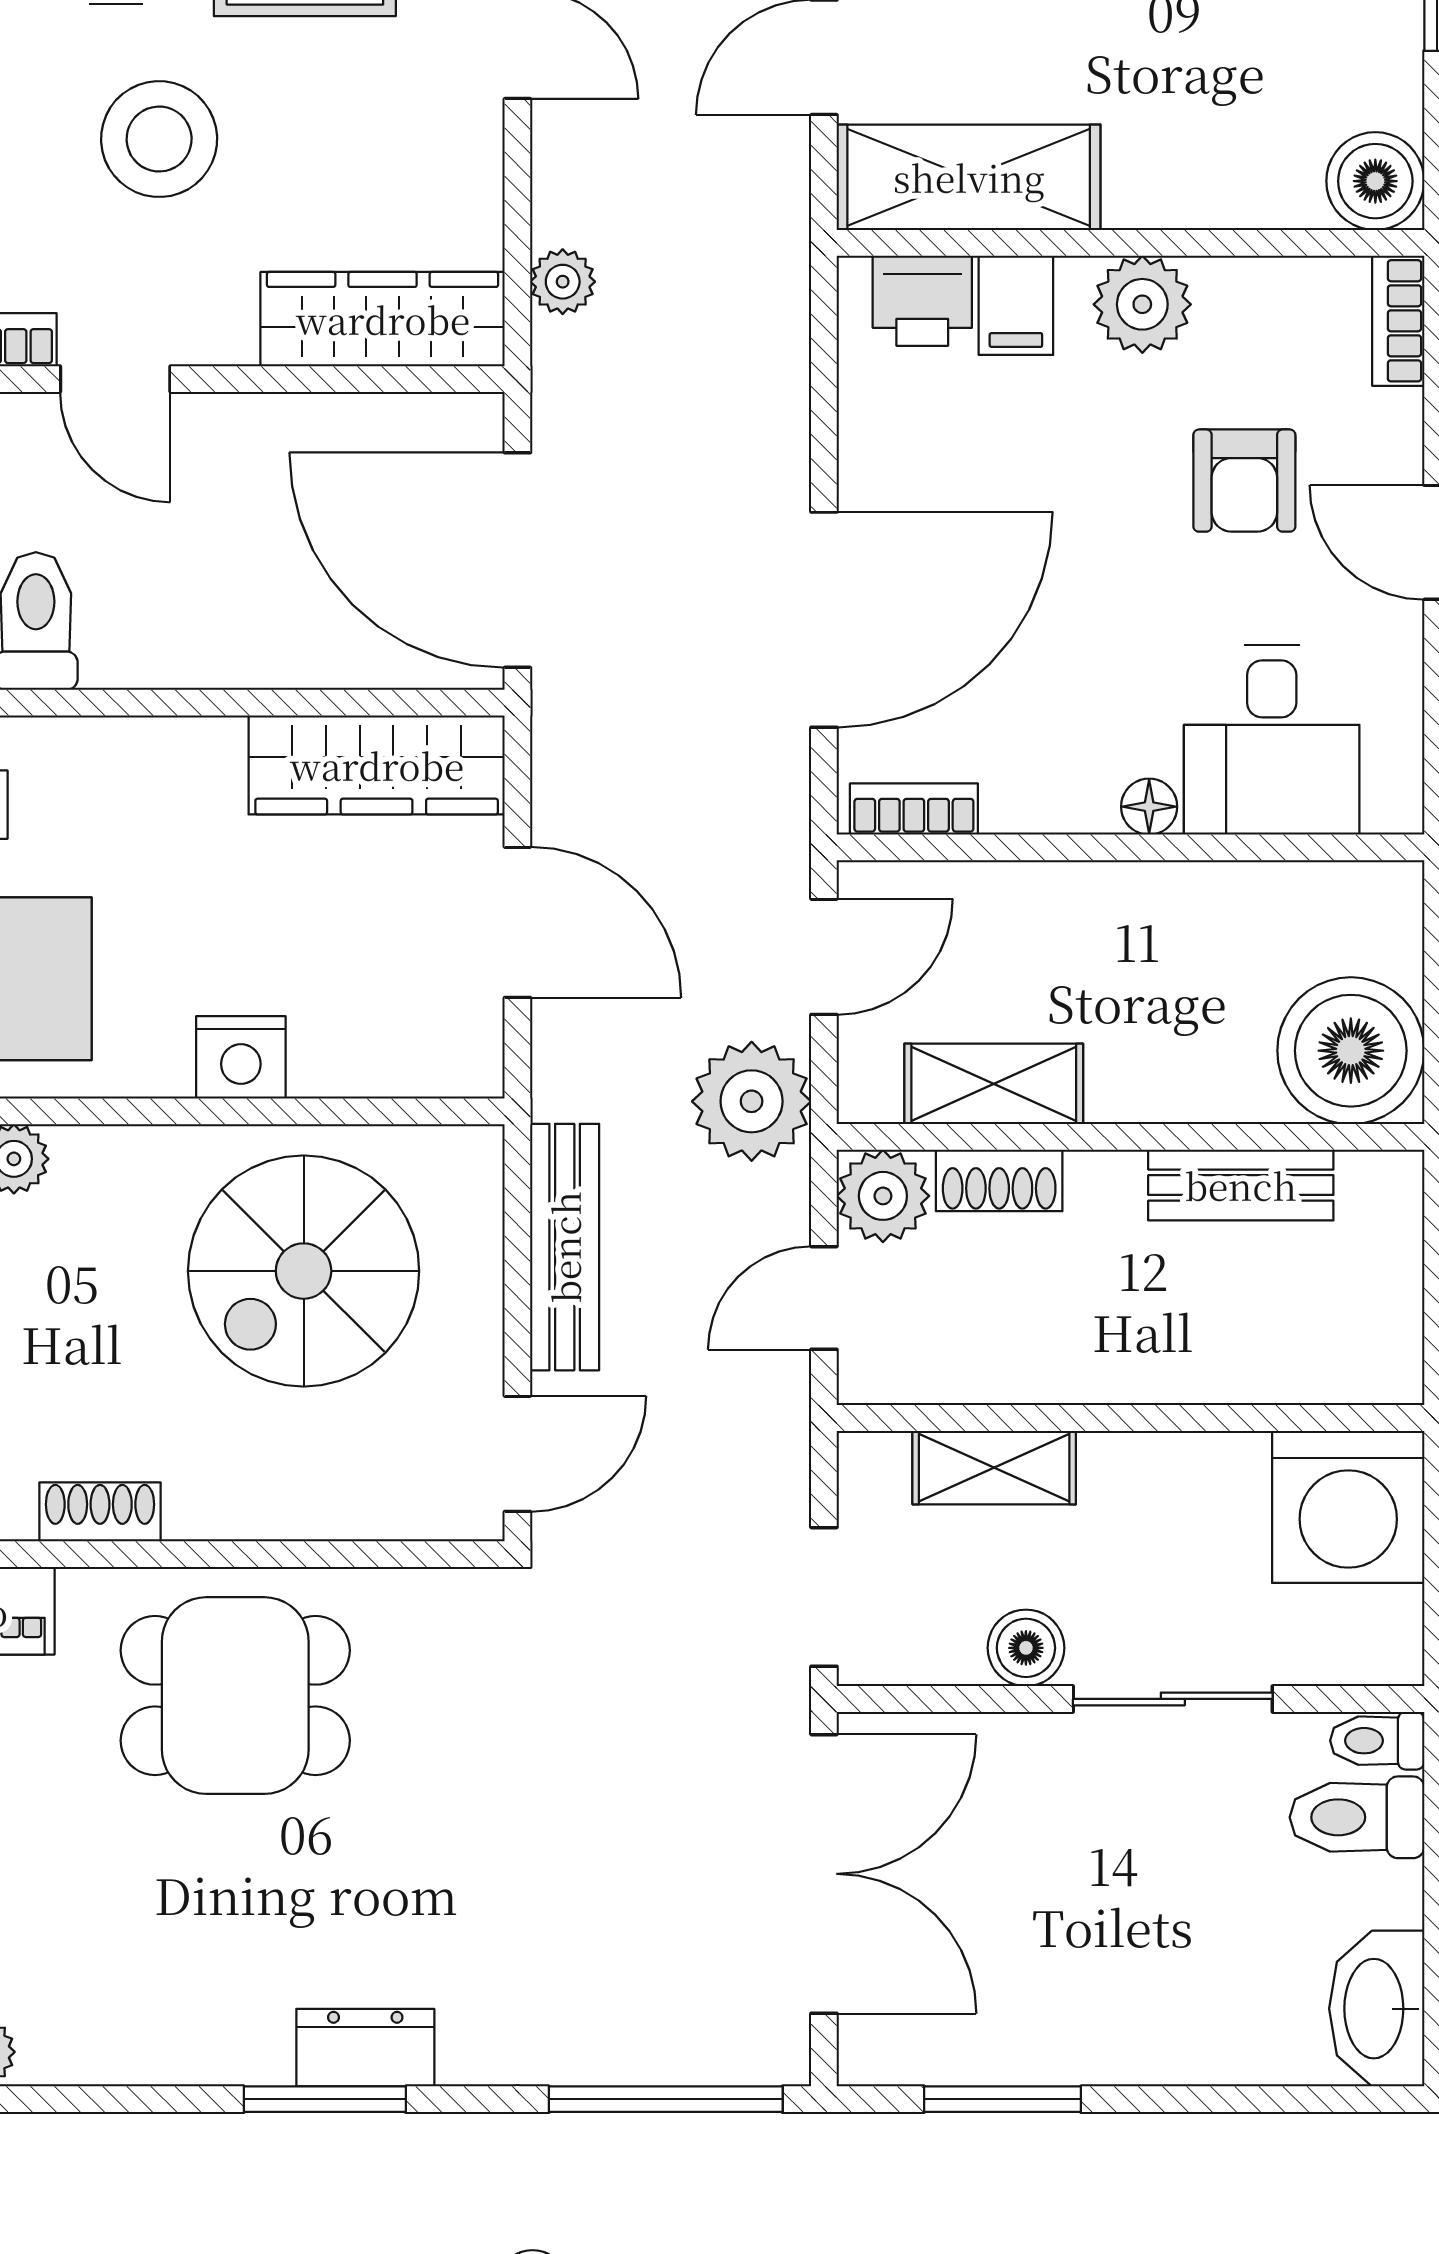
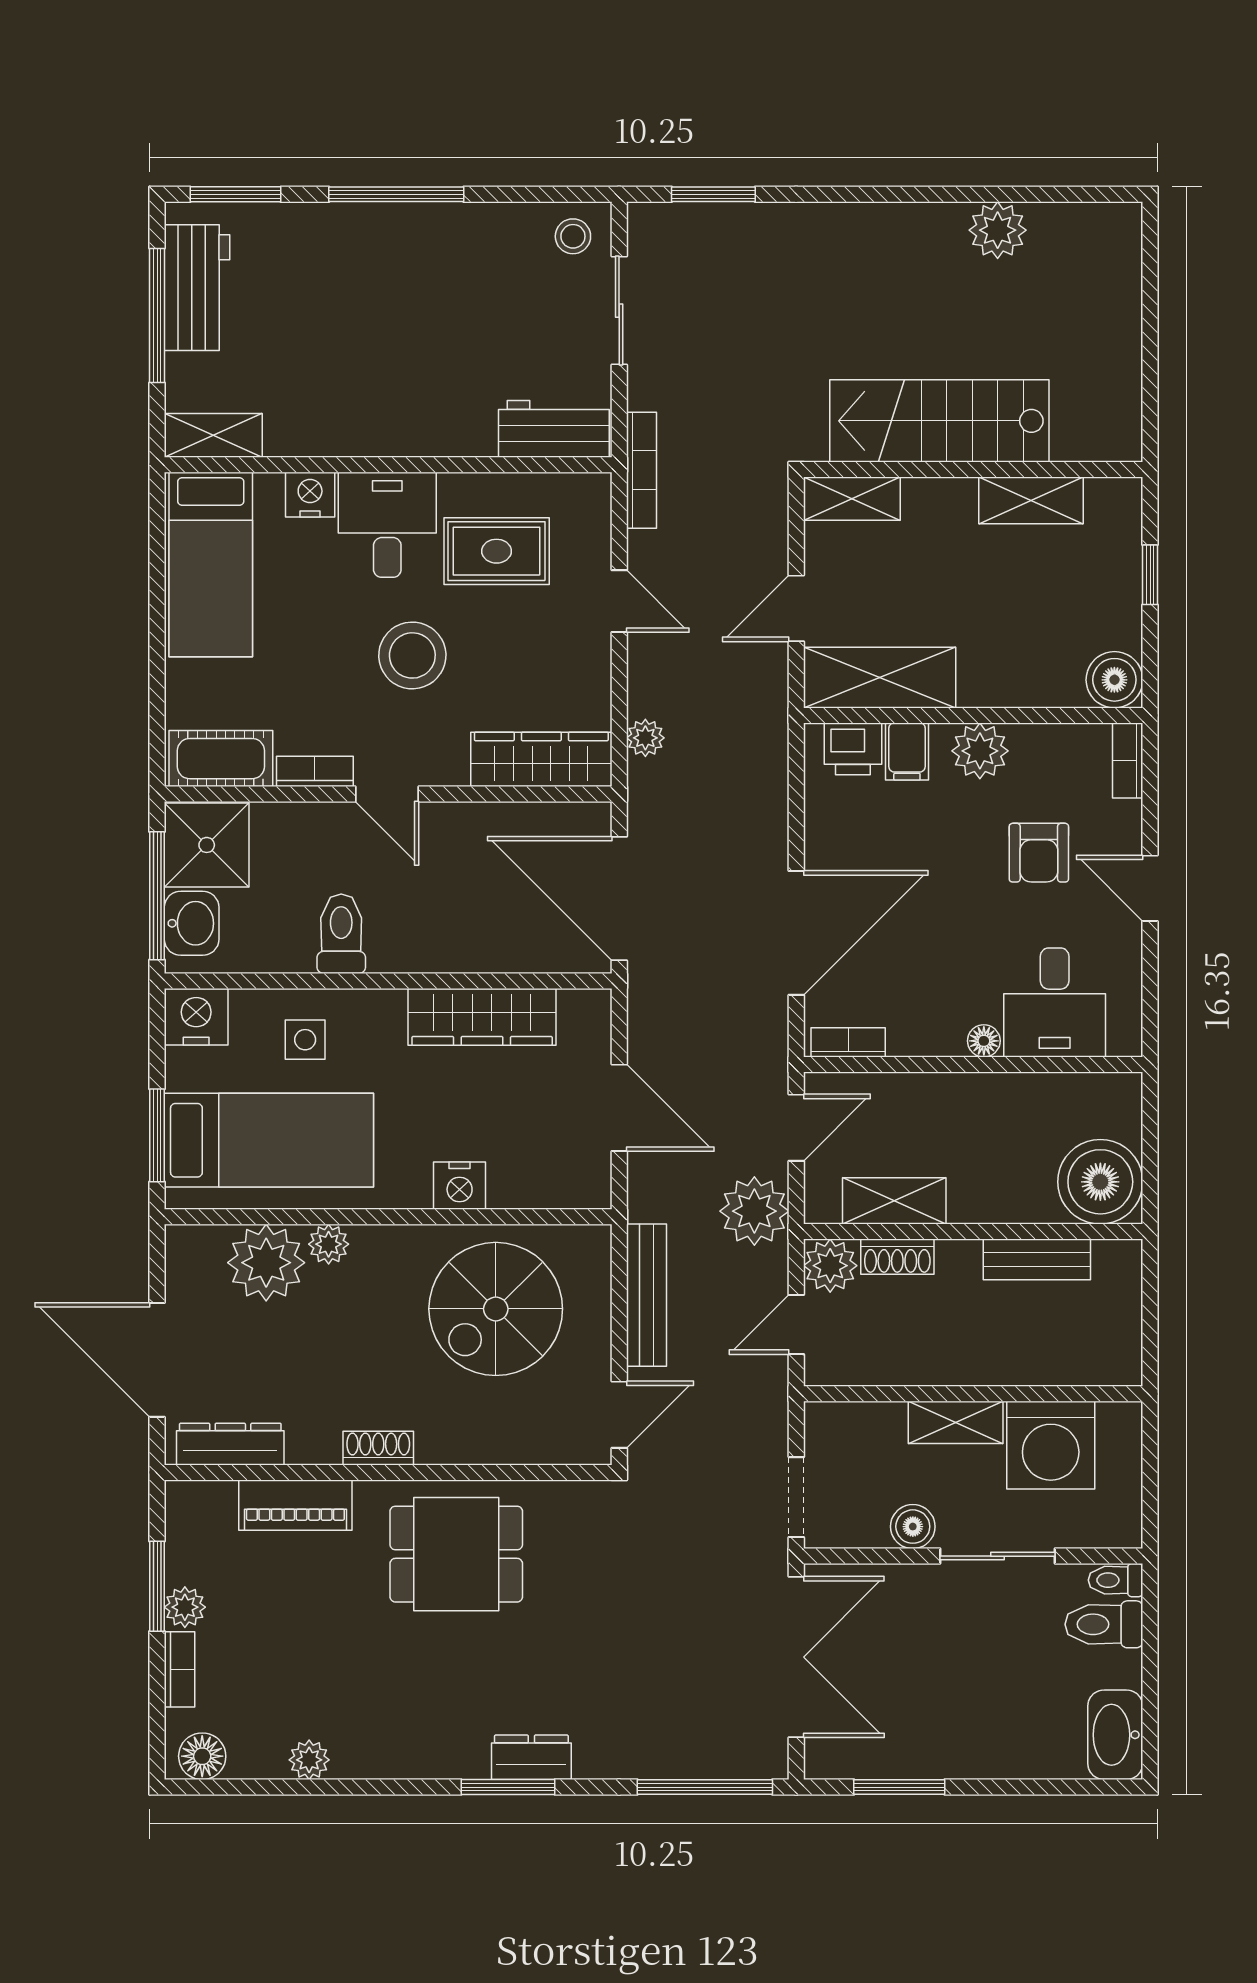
wardrobe: (377, 765) -> (482, 1017), moved
shelving: (994, 1468) -> (956, 1422), moved
washing machine: (1348, 1507) -> (1051, 1445), moved

